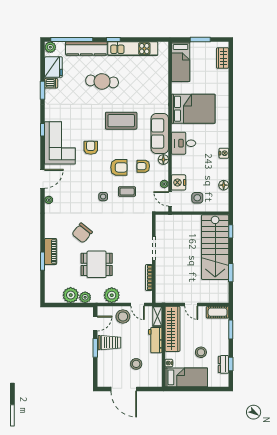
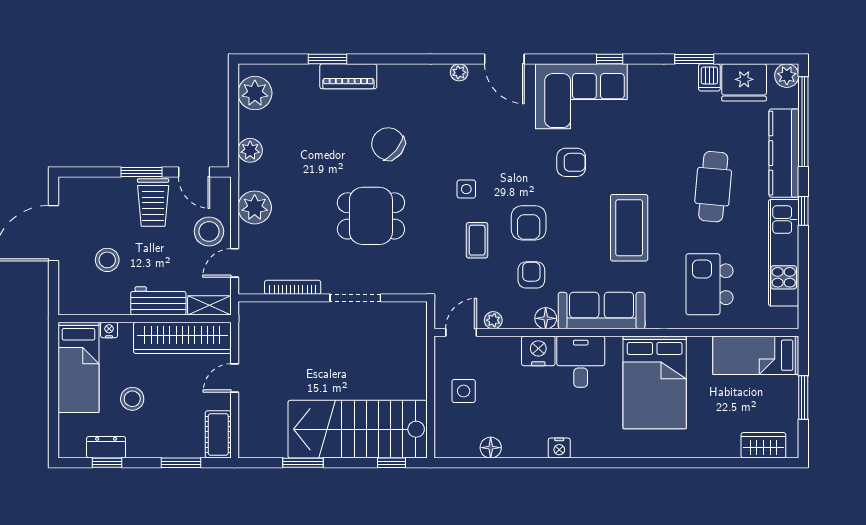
kitchen island: (147, 83) -> (710, 284), added
nightstand: (179, 182) -> (538, 351), moved
dining table: (97, 264) -> (371, 216), moved, turned 90
plant: (71, 295) -> (255, 93), moved

